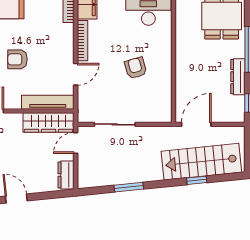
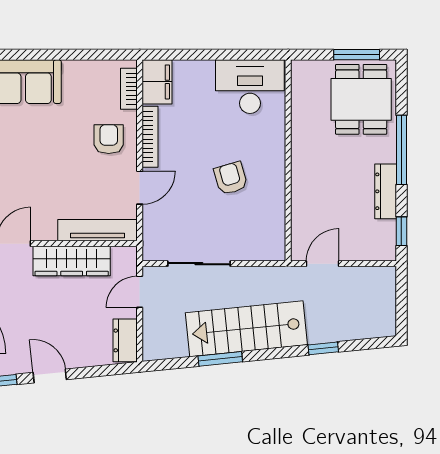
armchair: (18, 59) -> (109, 139), moved, turned 90
wardrobe: (49, 123) -> (72, 261), moved
door: (196, 124) -> (323, 264), width x0.73
stairs: (201, 162) -> (246, 329), moved

